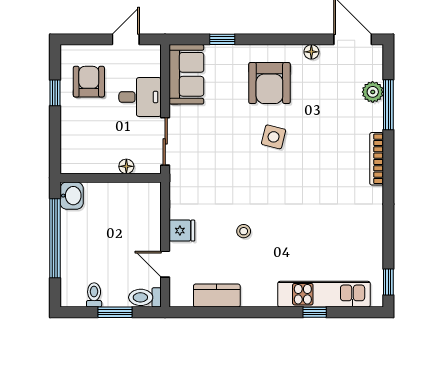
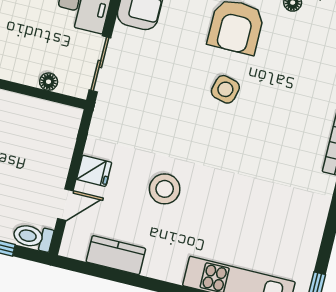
stool: (244, 231) -> (165, 189), width x1.89, depth x1.89
door: (165, 264) -> (65, 205), swing flipped

